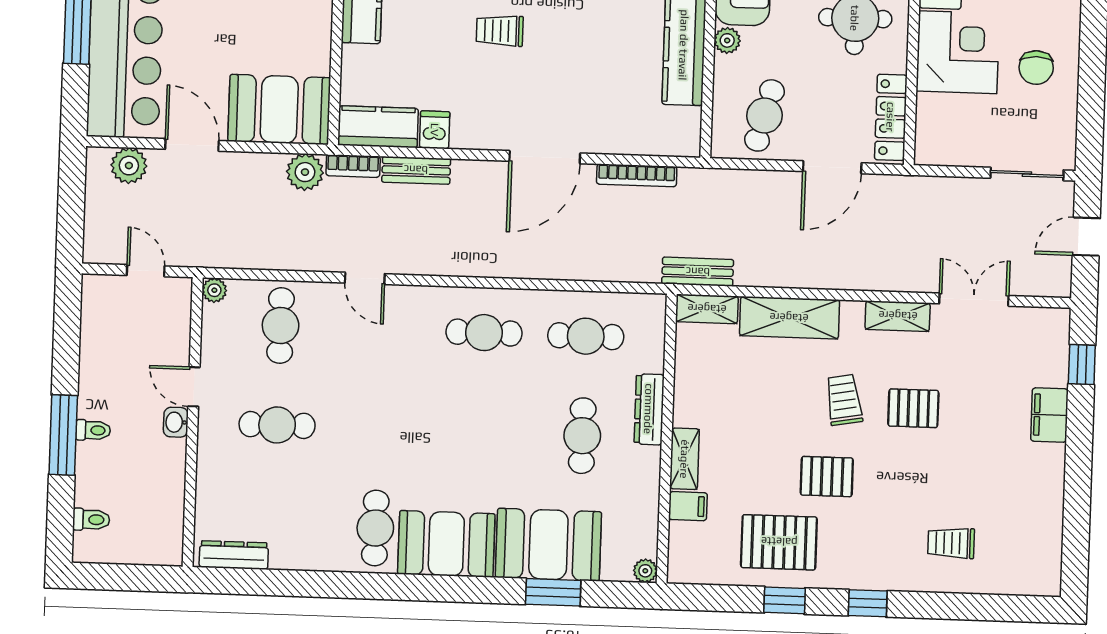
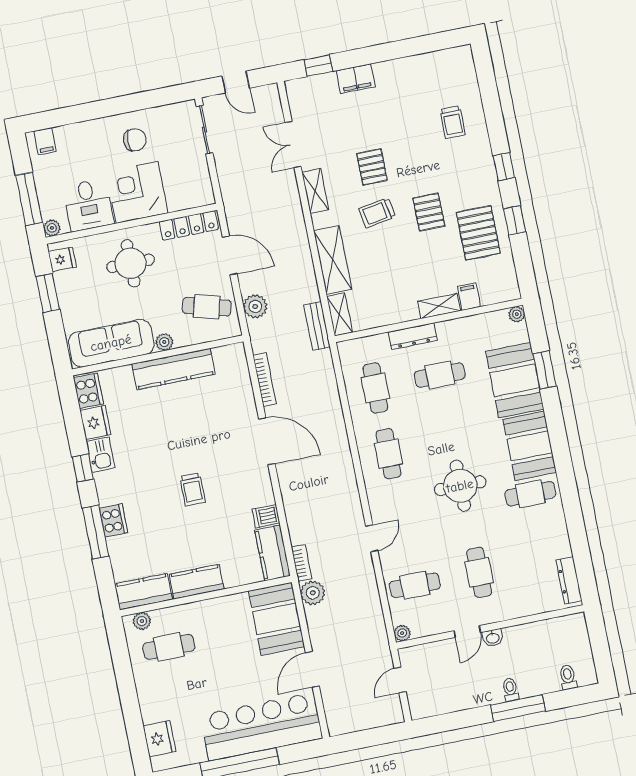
plant: (129, 166) -> (255, 306), moved
bench: (416, 170) -> (295, 522), removed
round table: (412, 427) -> (460, 486), added

